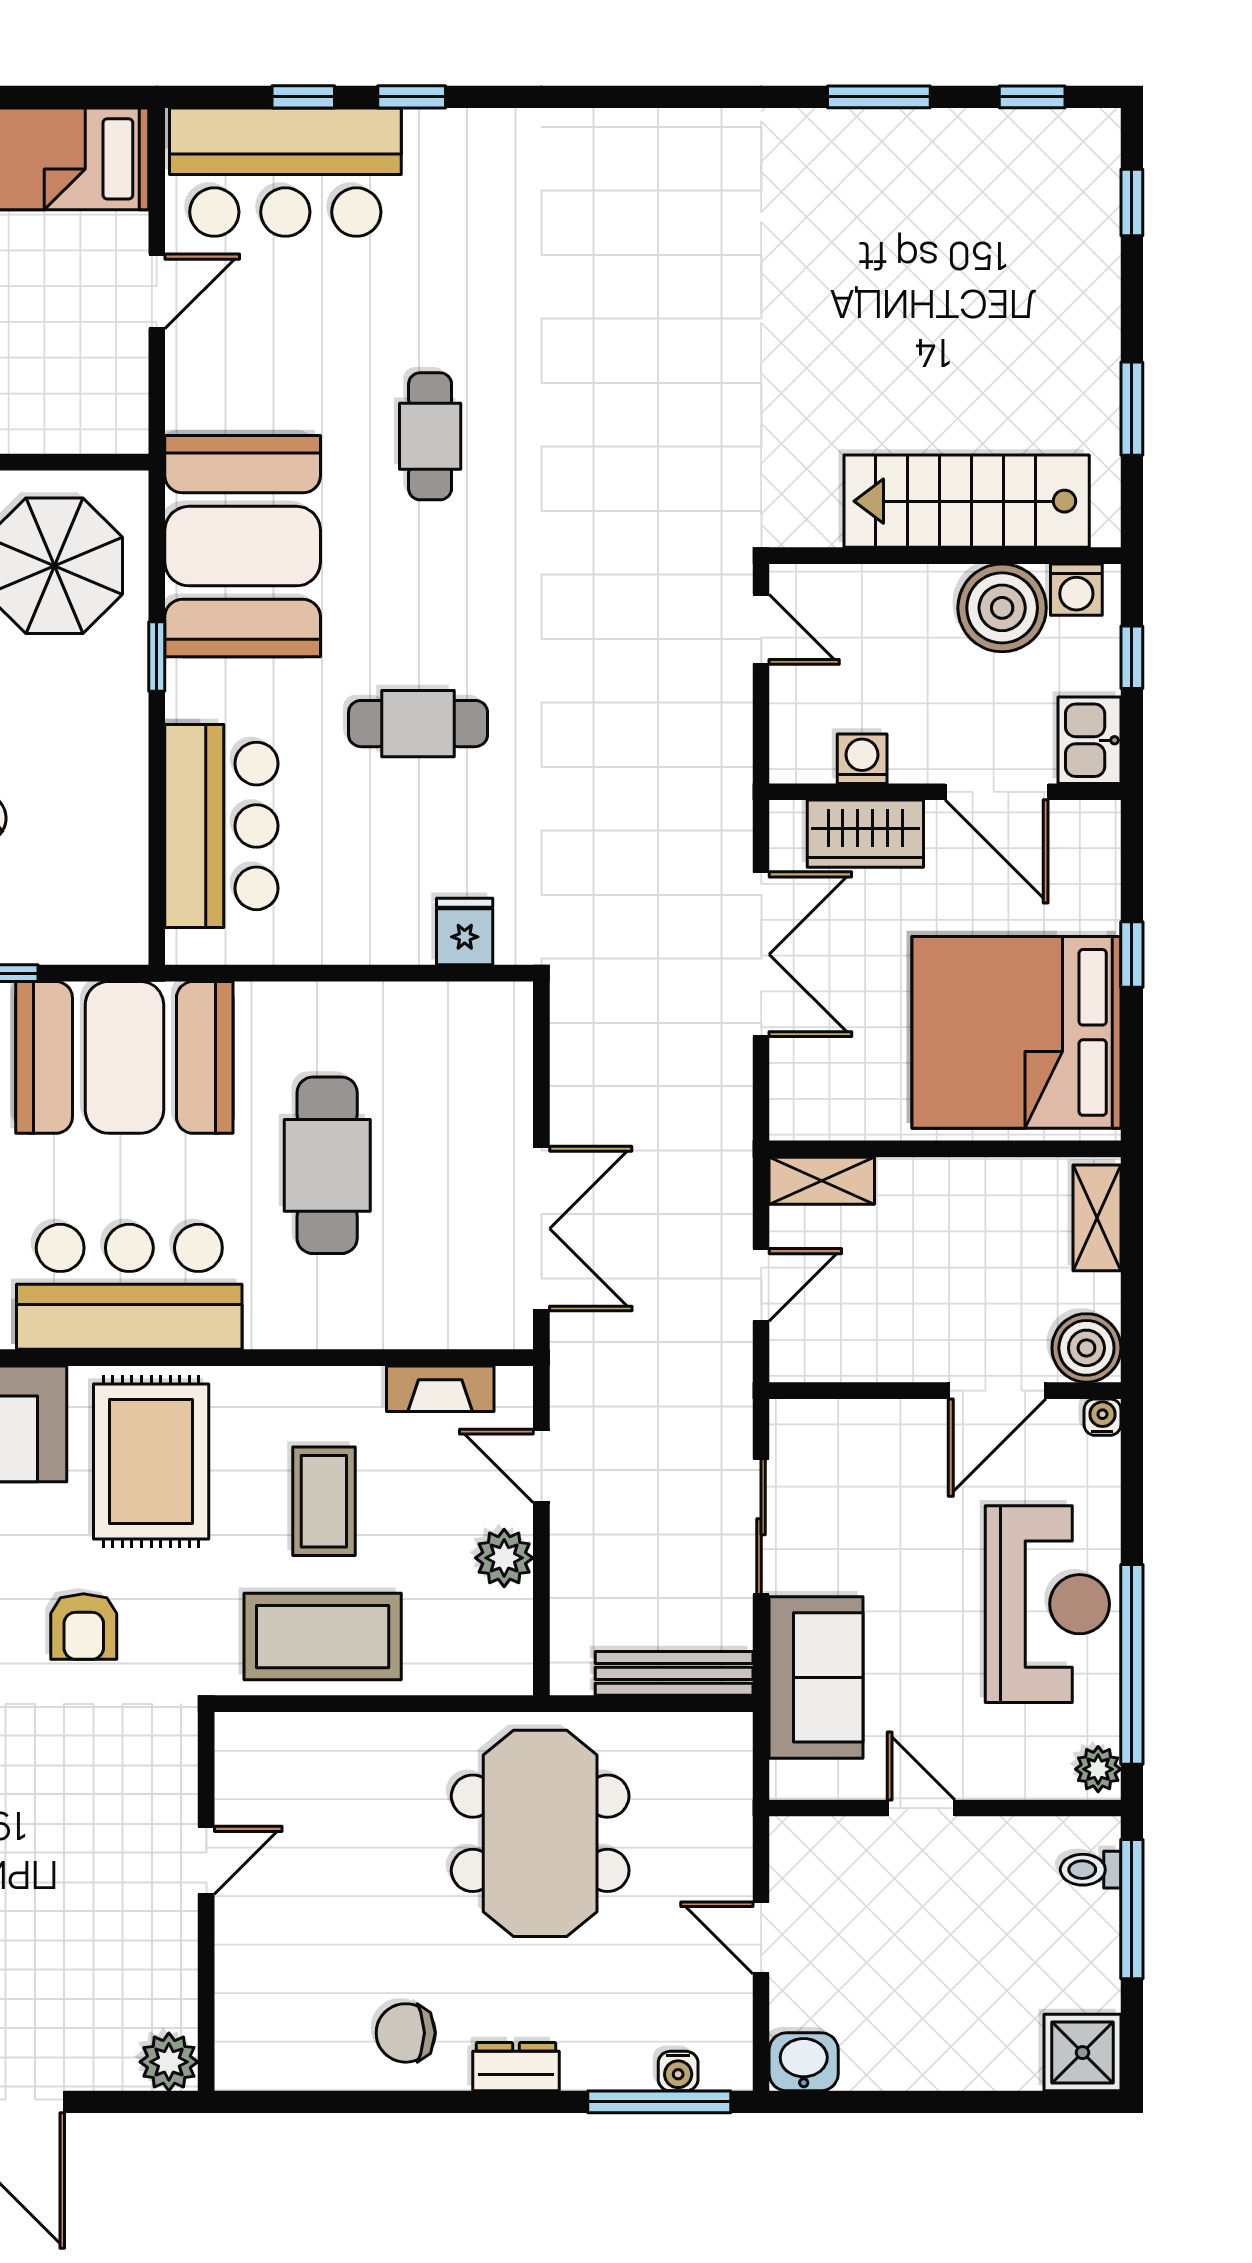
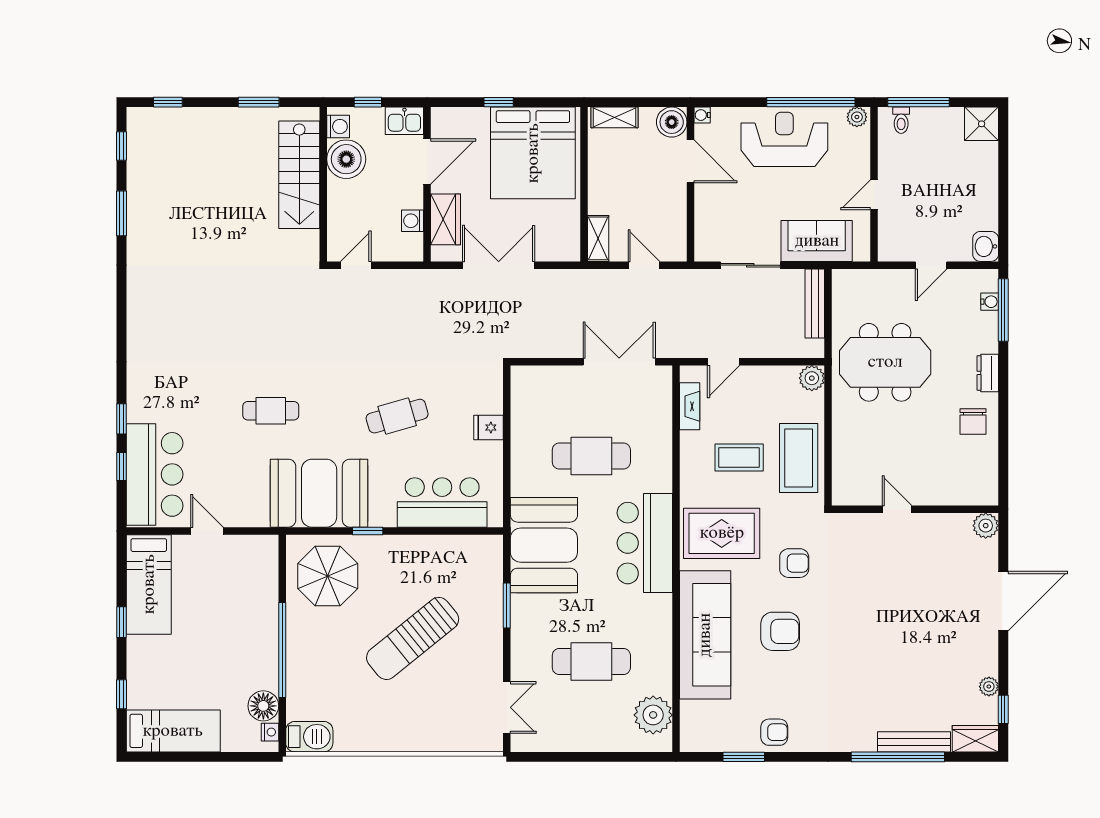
cafe table: (418, 724) -> (397, 416), turned 74
fridge: (465, 931) -> (489, 427), moved
plant: (504, 1558) -> (812, 378), moved

